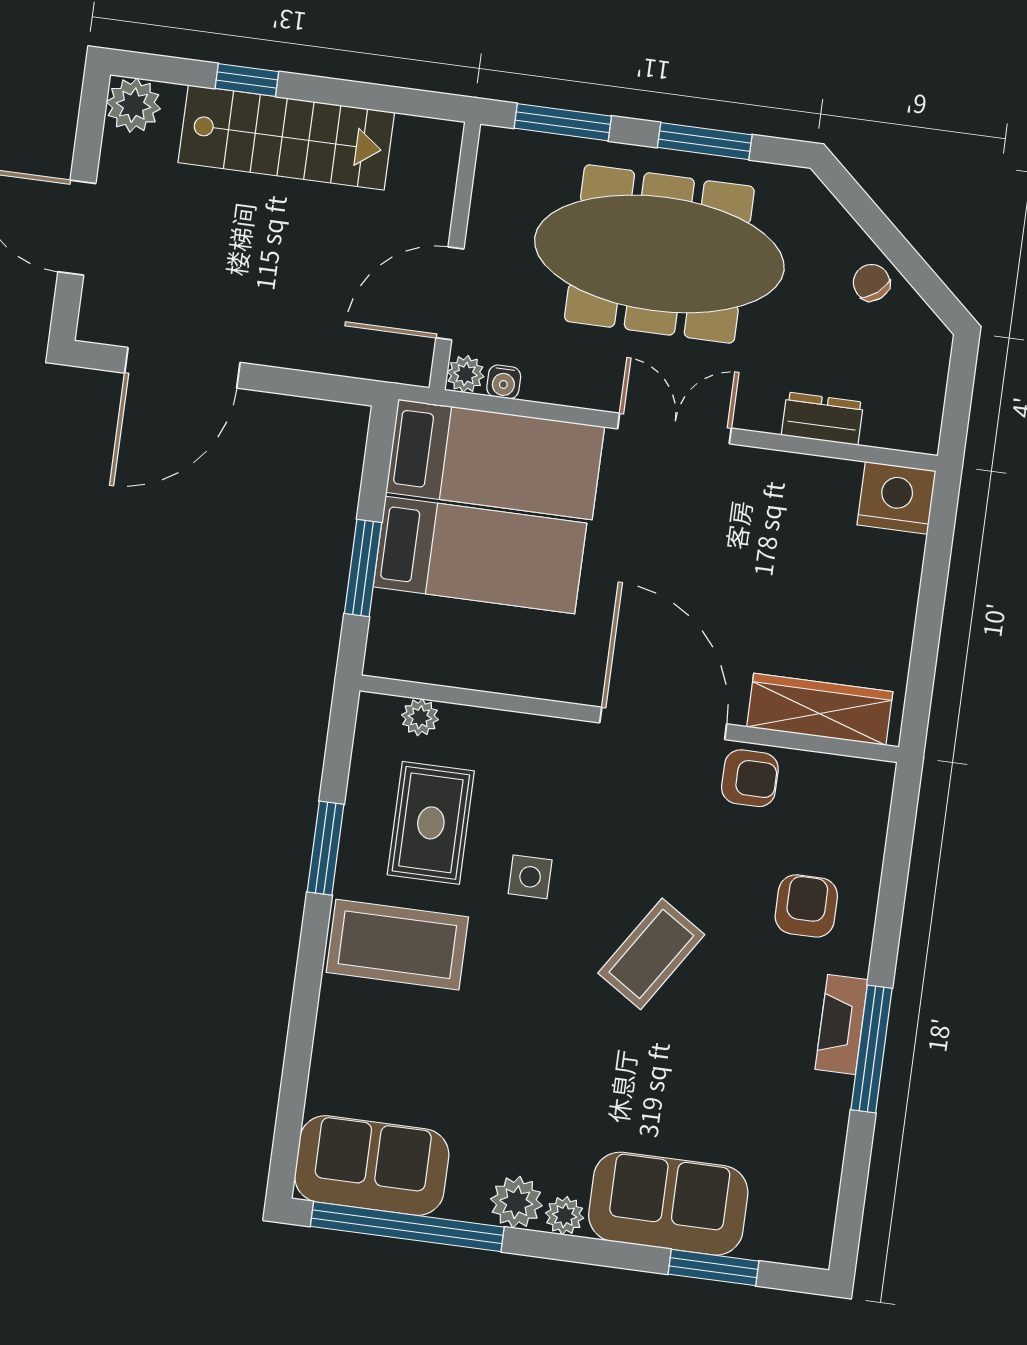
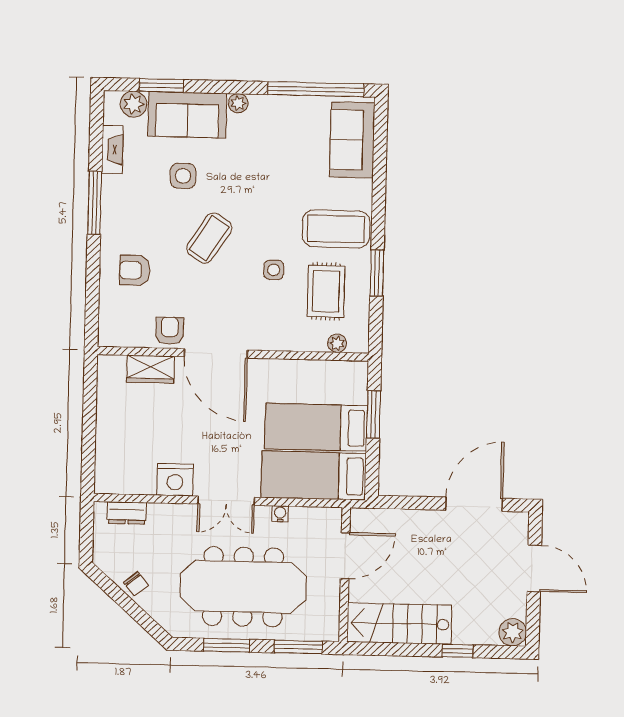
stairs: (286, 137) -> (399, 624), moved
plant: (466, 374) -> (333, 516), removed
water cooler: (504, 382) -> (280, 514), moved
dresser: (822, 419) -> (127, 513), moved
nightstand: (896, 498) -> (175, 480), moved
wardrobe: (820, 709) -> (150, 369), width x0.67
armchair: (750, 778) -> (170, 331), turned 90
armchair: (806, 906) -> (135, 270), turned 90
fireplace: (842, 1024) -> (112, 149), moved
side table: (690, 1083) -> (183, 176), added
sofa: (372, 1166) -> (352, 140), moved, turned 90
plant: (516, 1202) -> (134, 104), moved

